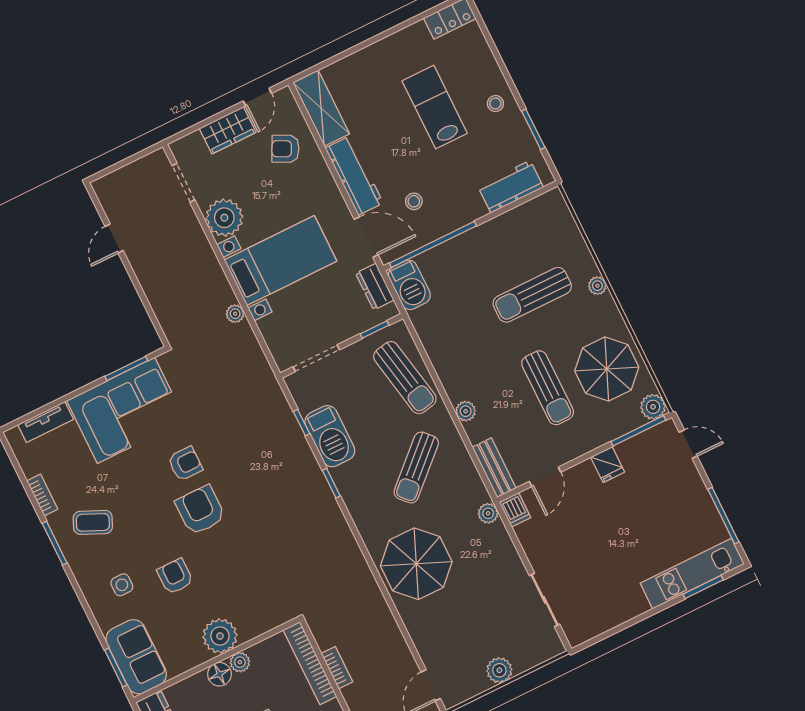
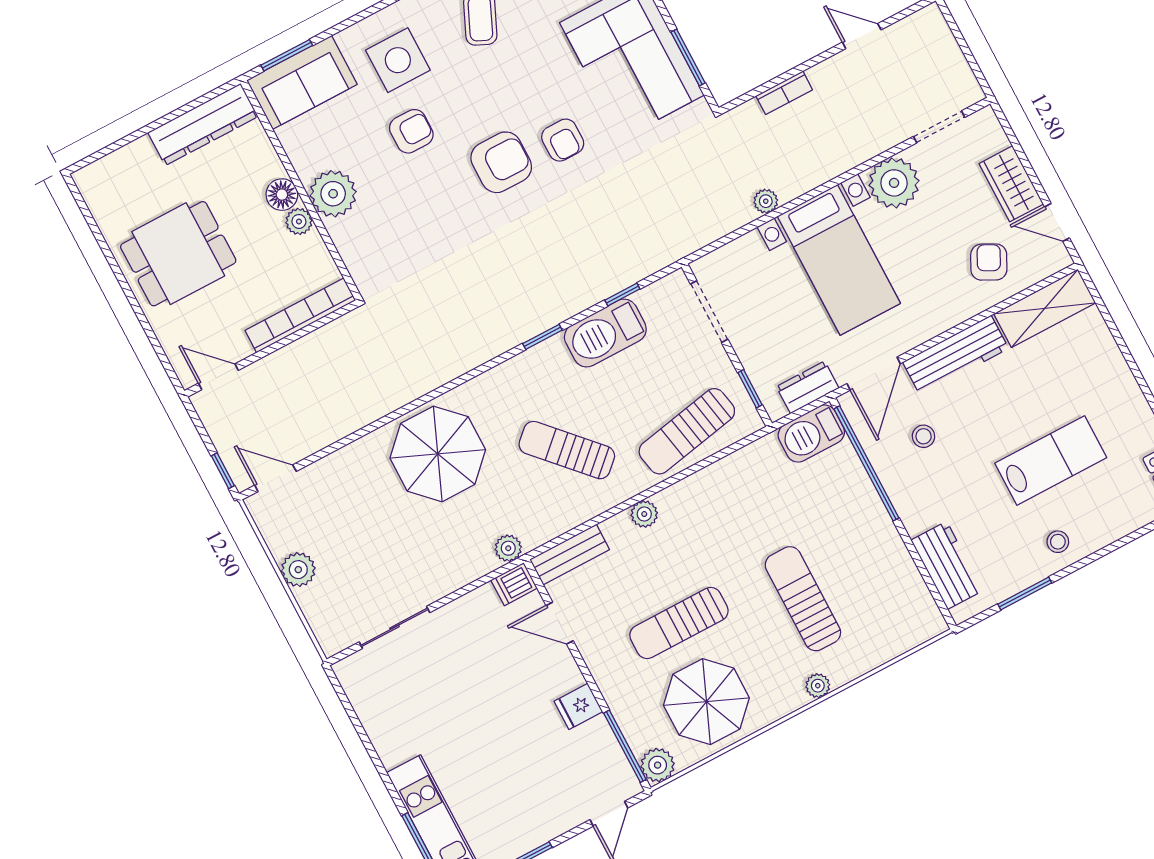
side table: (122, 585) -> (398, 60), width x1.87, depth x1.87
bookcase: (337, 668) -> (784, 93), moved

